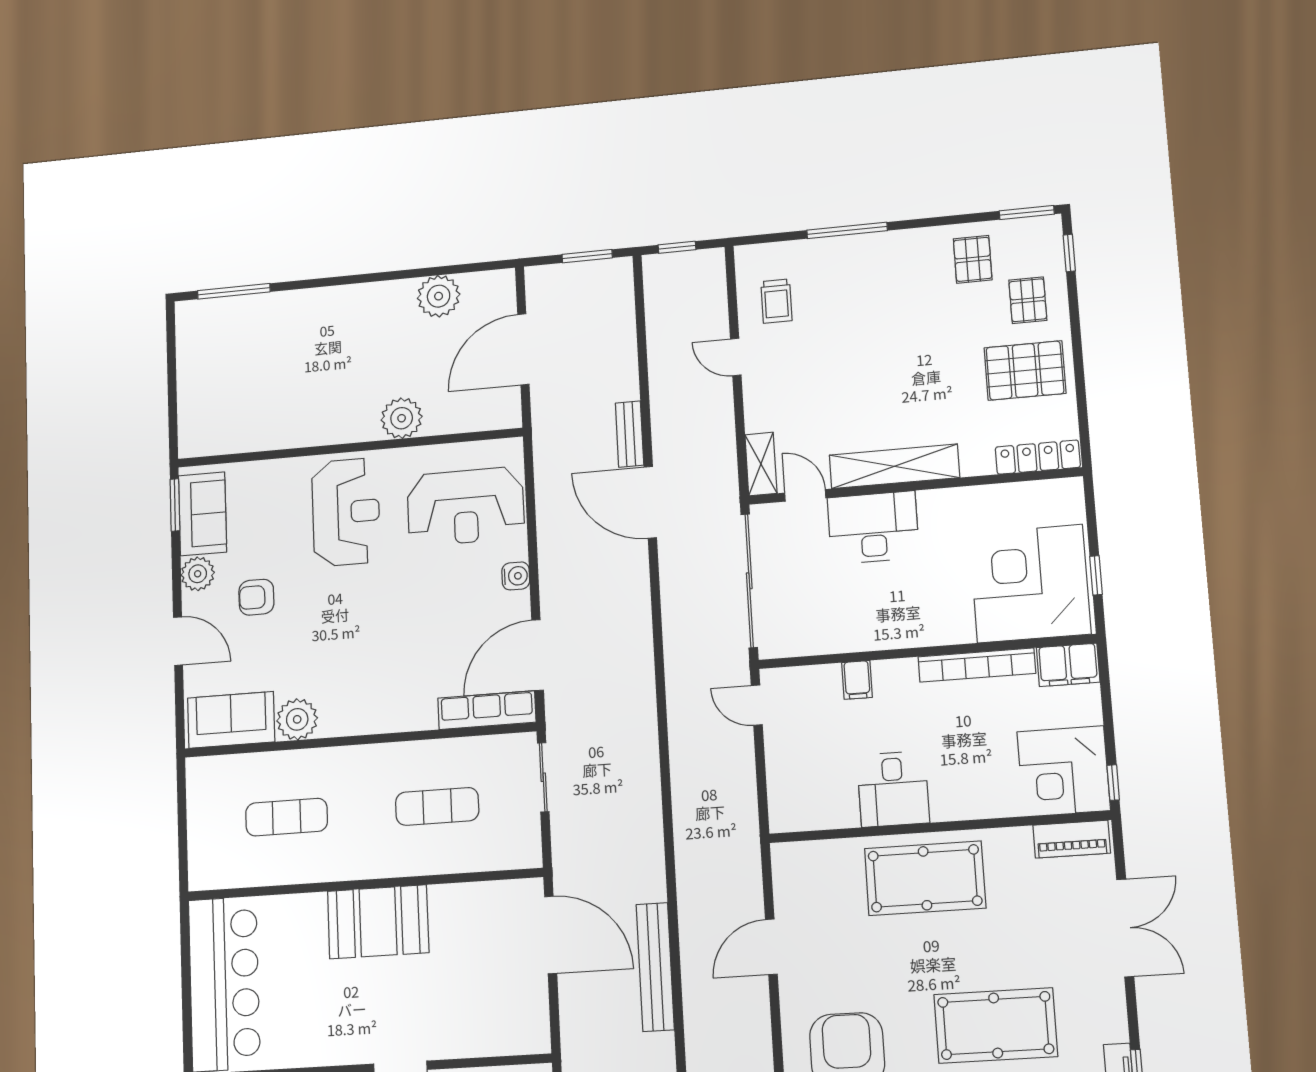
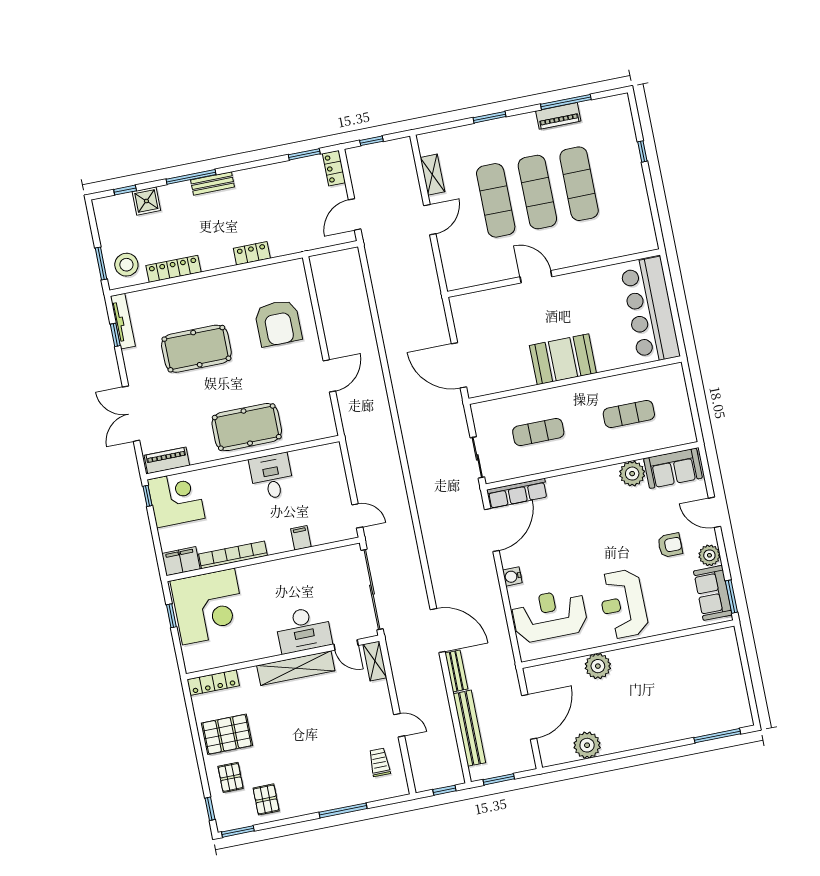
bench: (655, 967) -> (469, 728), moved

